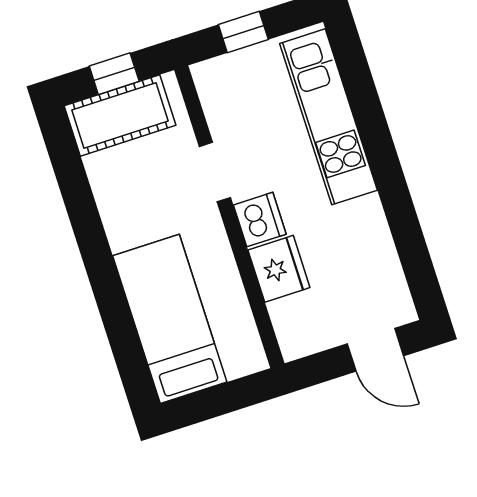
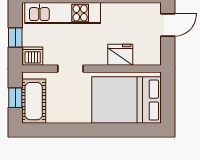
dishwasher: (260, 220) -> (33, 56), moved
bed: (170, 319) -> (127, 100), width x1.50

